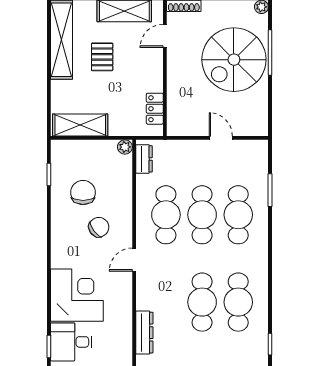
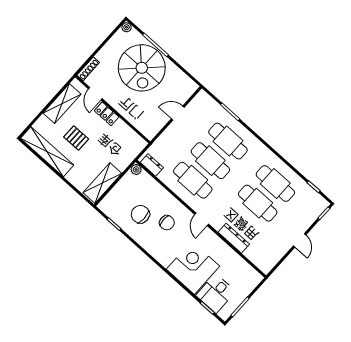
locker: (155, 109) -> (107, 114), moved
chair: (99, 227) -> (167, 223), turned 127
dresser: (144, 333) -> (234, 238), moved

